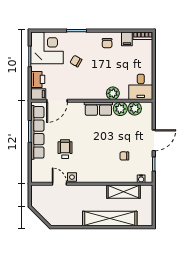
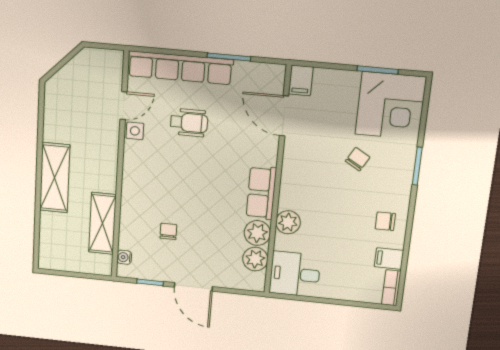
printer: (38, 79) -> (330, 82), removed
row of seats: (37, 132) -> (180, 68), moved
shelving: (110, 219) -> (55, 178), width x0.68

